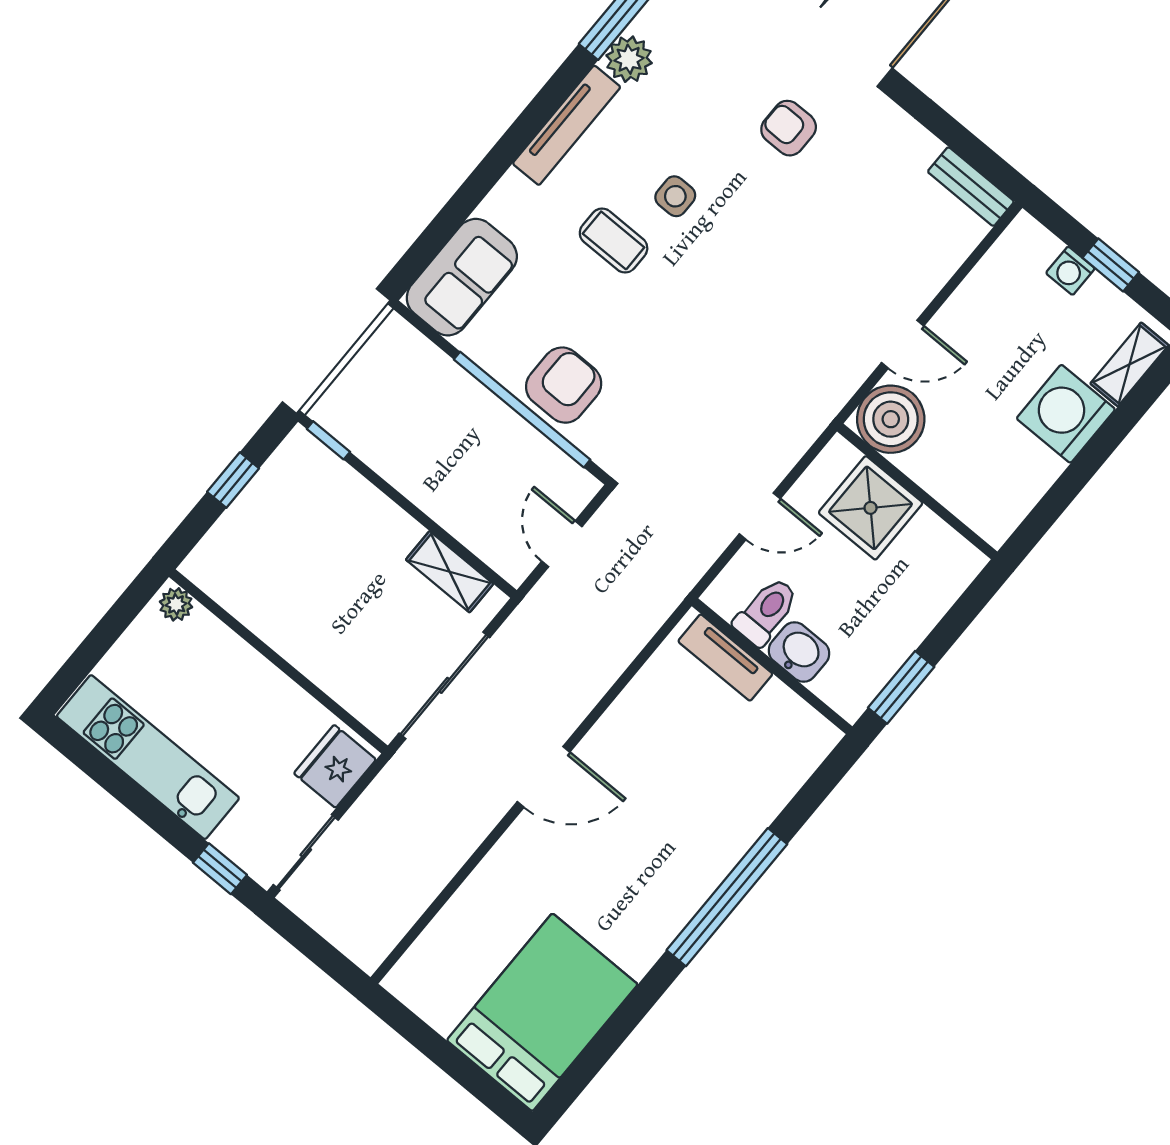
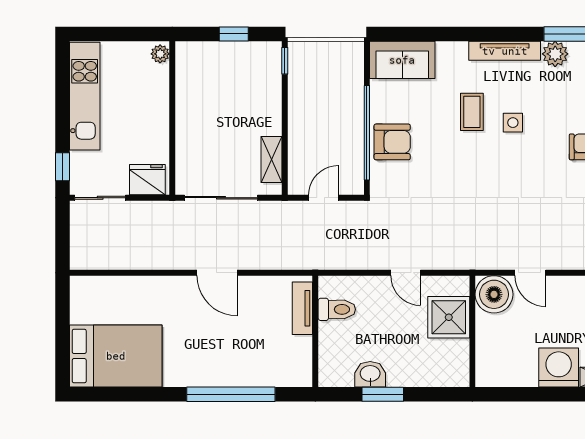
toilet: (766, 612) -> (337, 309), moved
washbasin: (799, 652) -> (370, 374), moved, turned -90
tv unit: (725, 658) -> (302, 308), moved
wall: (772, 666) -> (315, 331), moved

